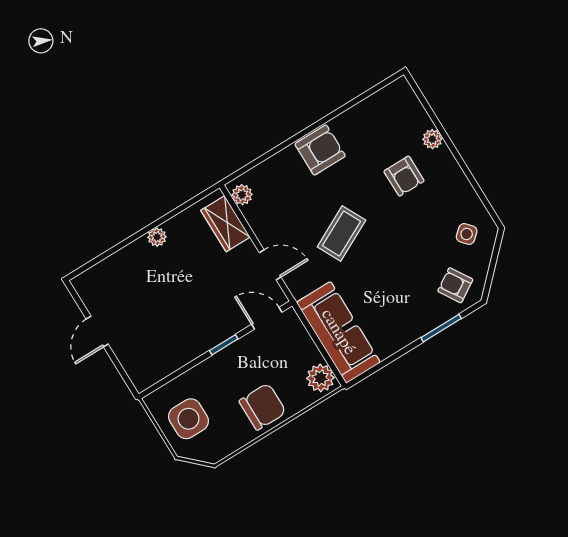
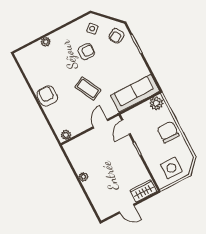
armchair: (404, 176) -> (86, 52), moved
wardrobe: (225, 224) -> (143, 191), moved, turned 180

